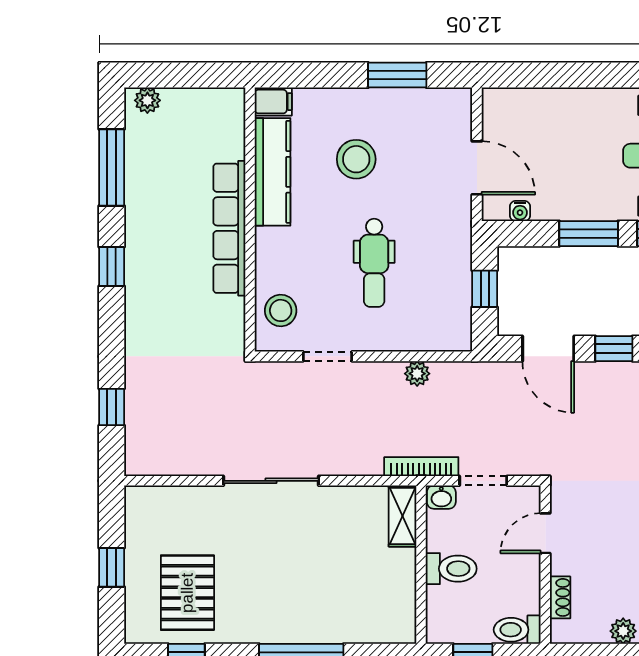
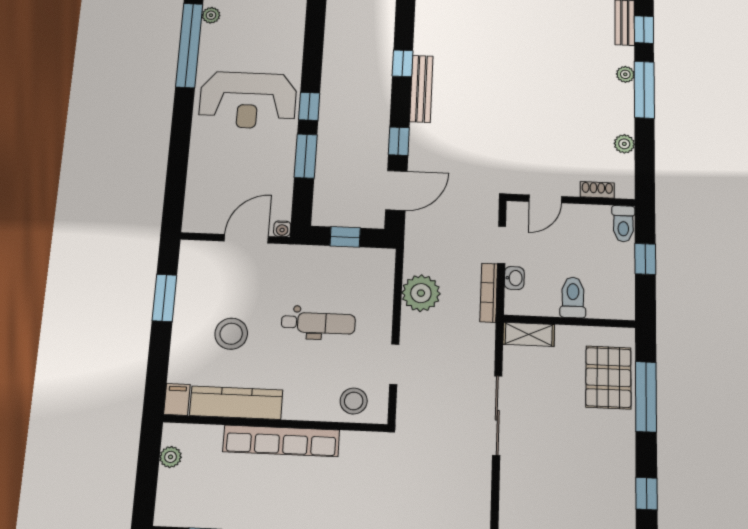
plant: (147, 100) -> (171, 457), moved
water cooler: (520, 211) -> (282, 229), moved, turned 90
plant: (417, 374) -> (421, 293), width x1.87, depth x1.87
shelving: (402, 516) -> (529, 334), moved
door: (545, 533) -> (545, 199), hinge flipped
wall: (421, 565) -> (569, 321), moved
toilet: (451, 569) -> (573, 297), moved
pallet: (187, 593) -> (608, 377), moved, turned 90

